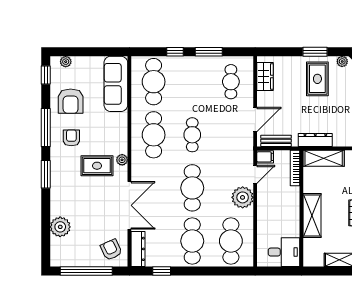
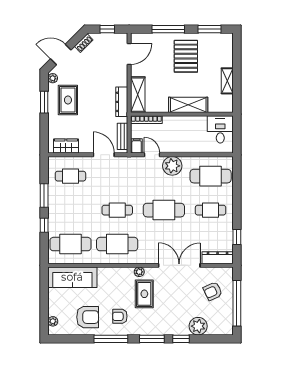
window: (46, 75) -> (181, 339), moved
rug: (317, 79) -> (68, 100), turned 90
cafe table: (192, 241) -> (211, 210), width x0.73, depth x0.74
armchair: (111, 250) -> (213, 291), moved

